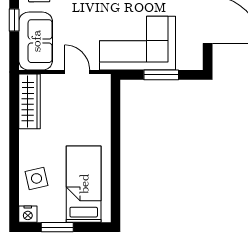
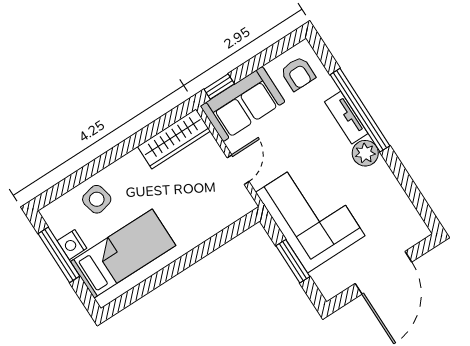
window: (14, 20) -> (219, 87), moved
nightstand: (28, 214) -> (72, 245), moved
window: (57, 227) -> (59, 255), width x1.44

